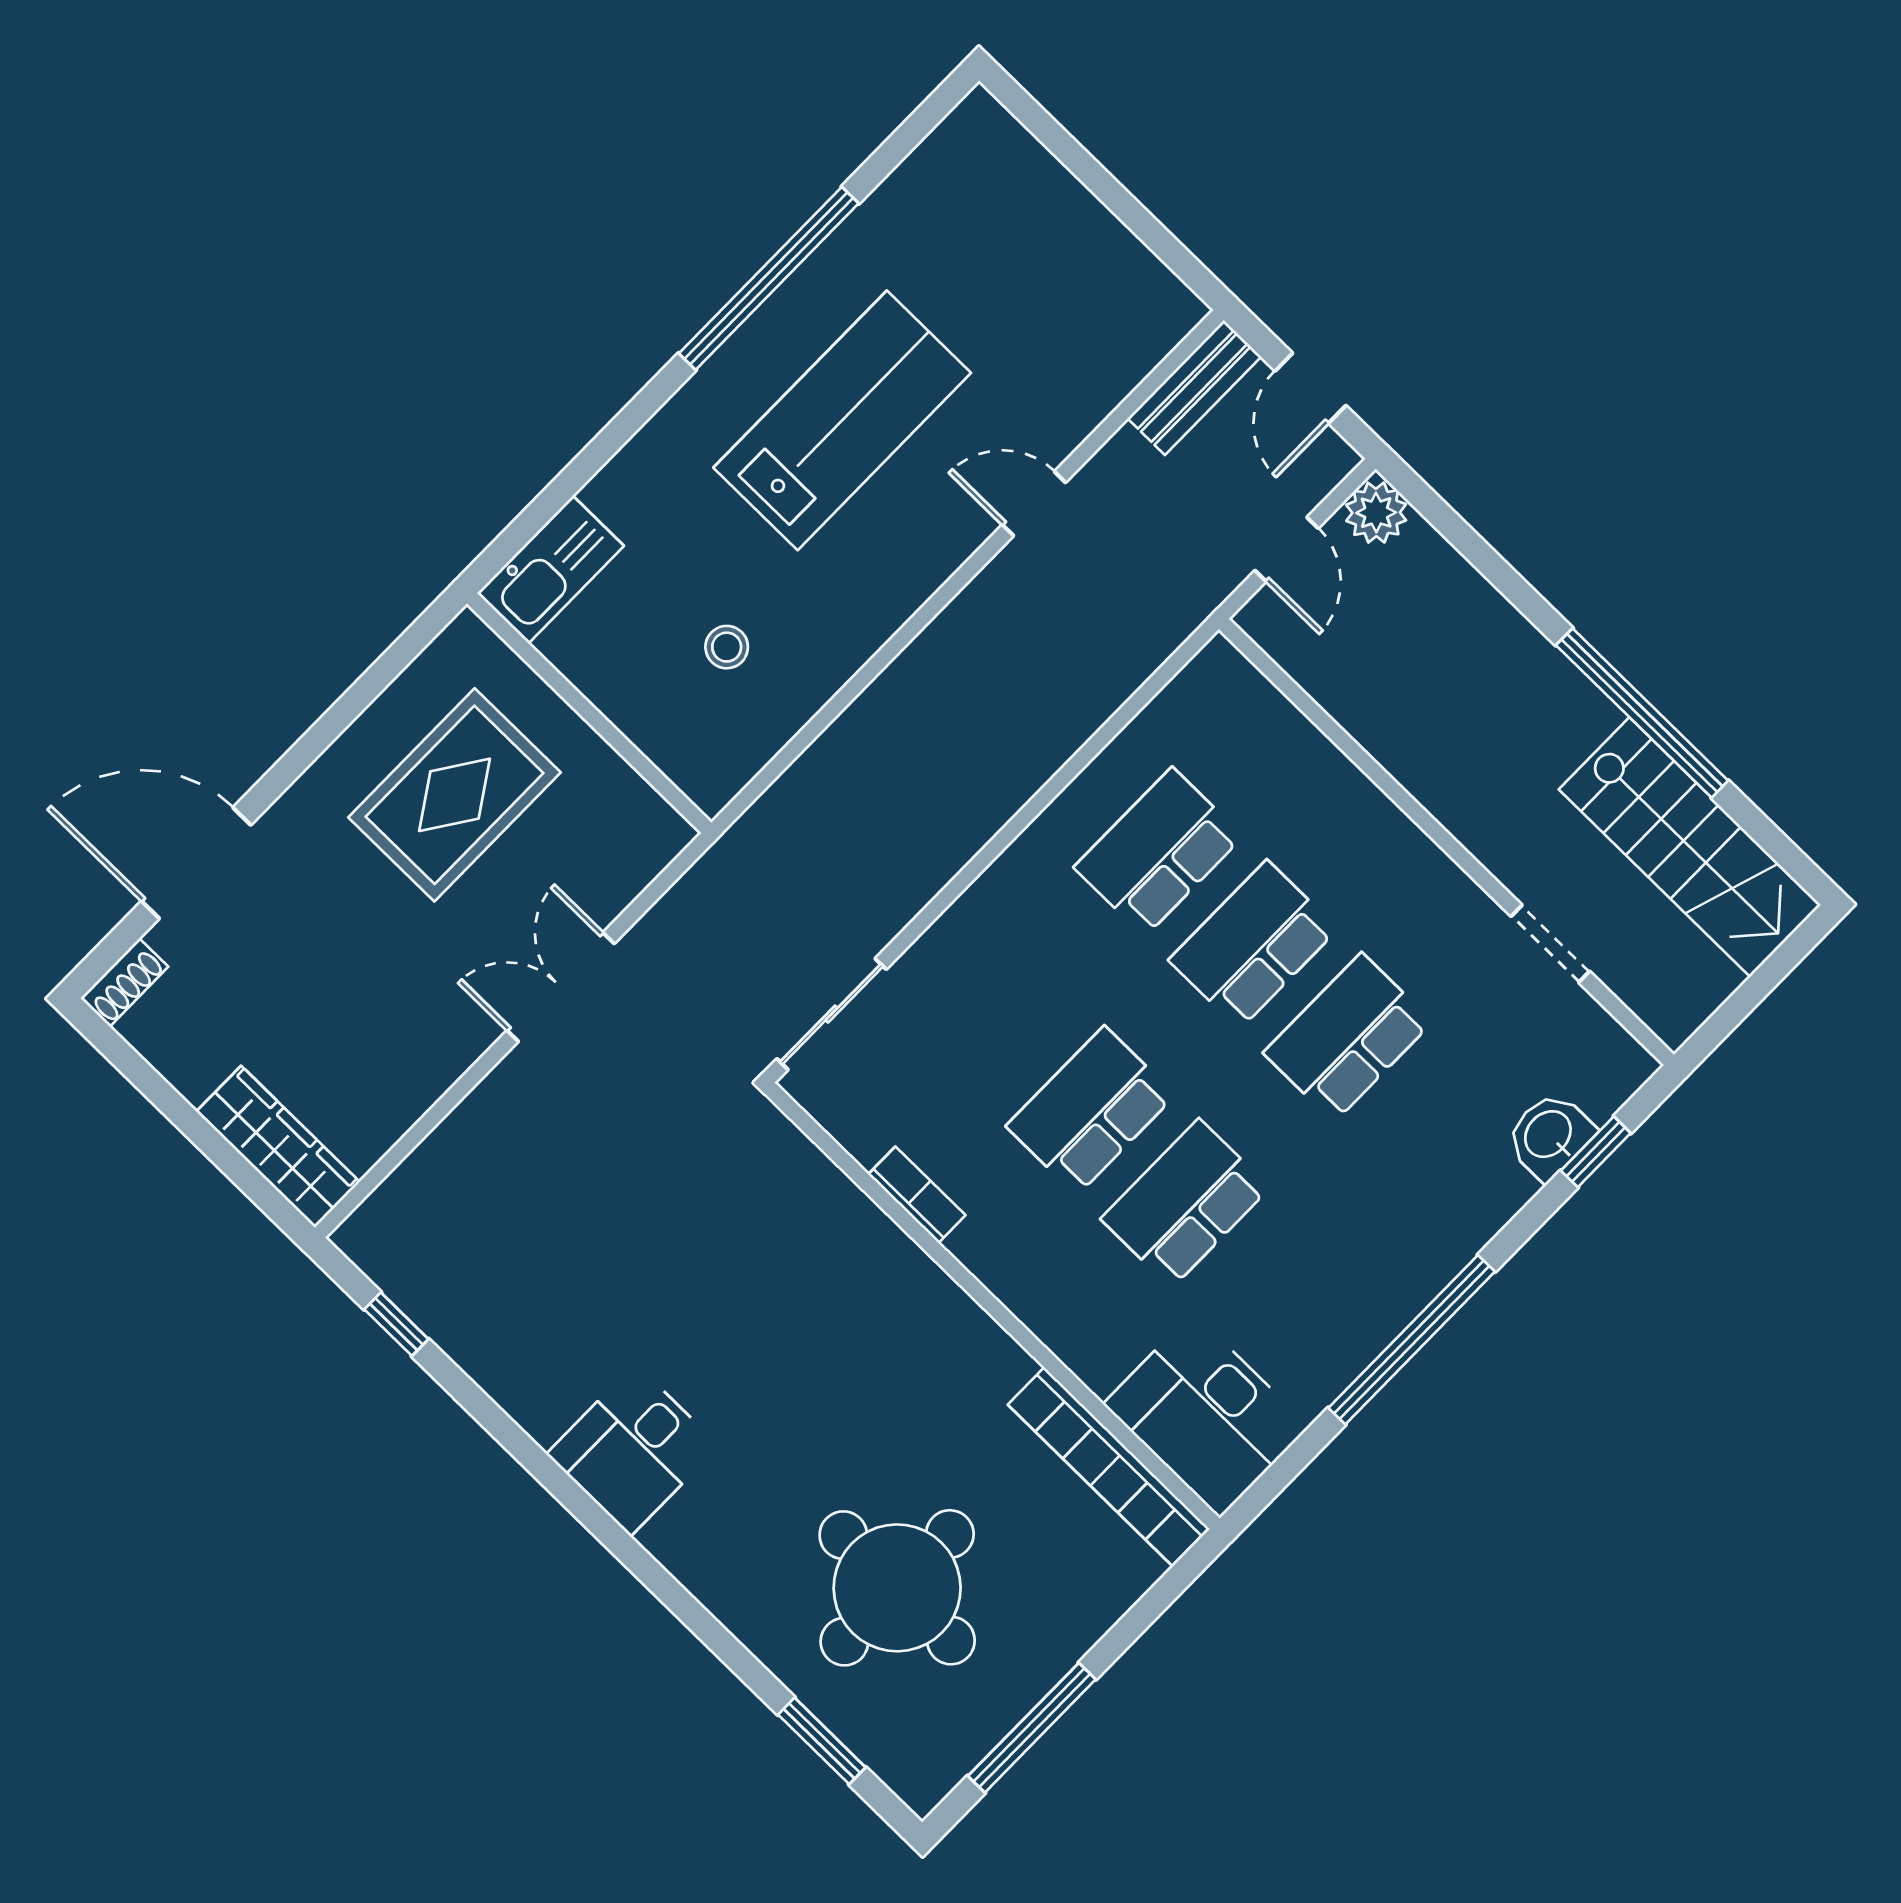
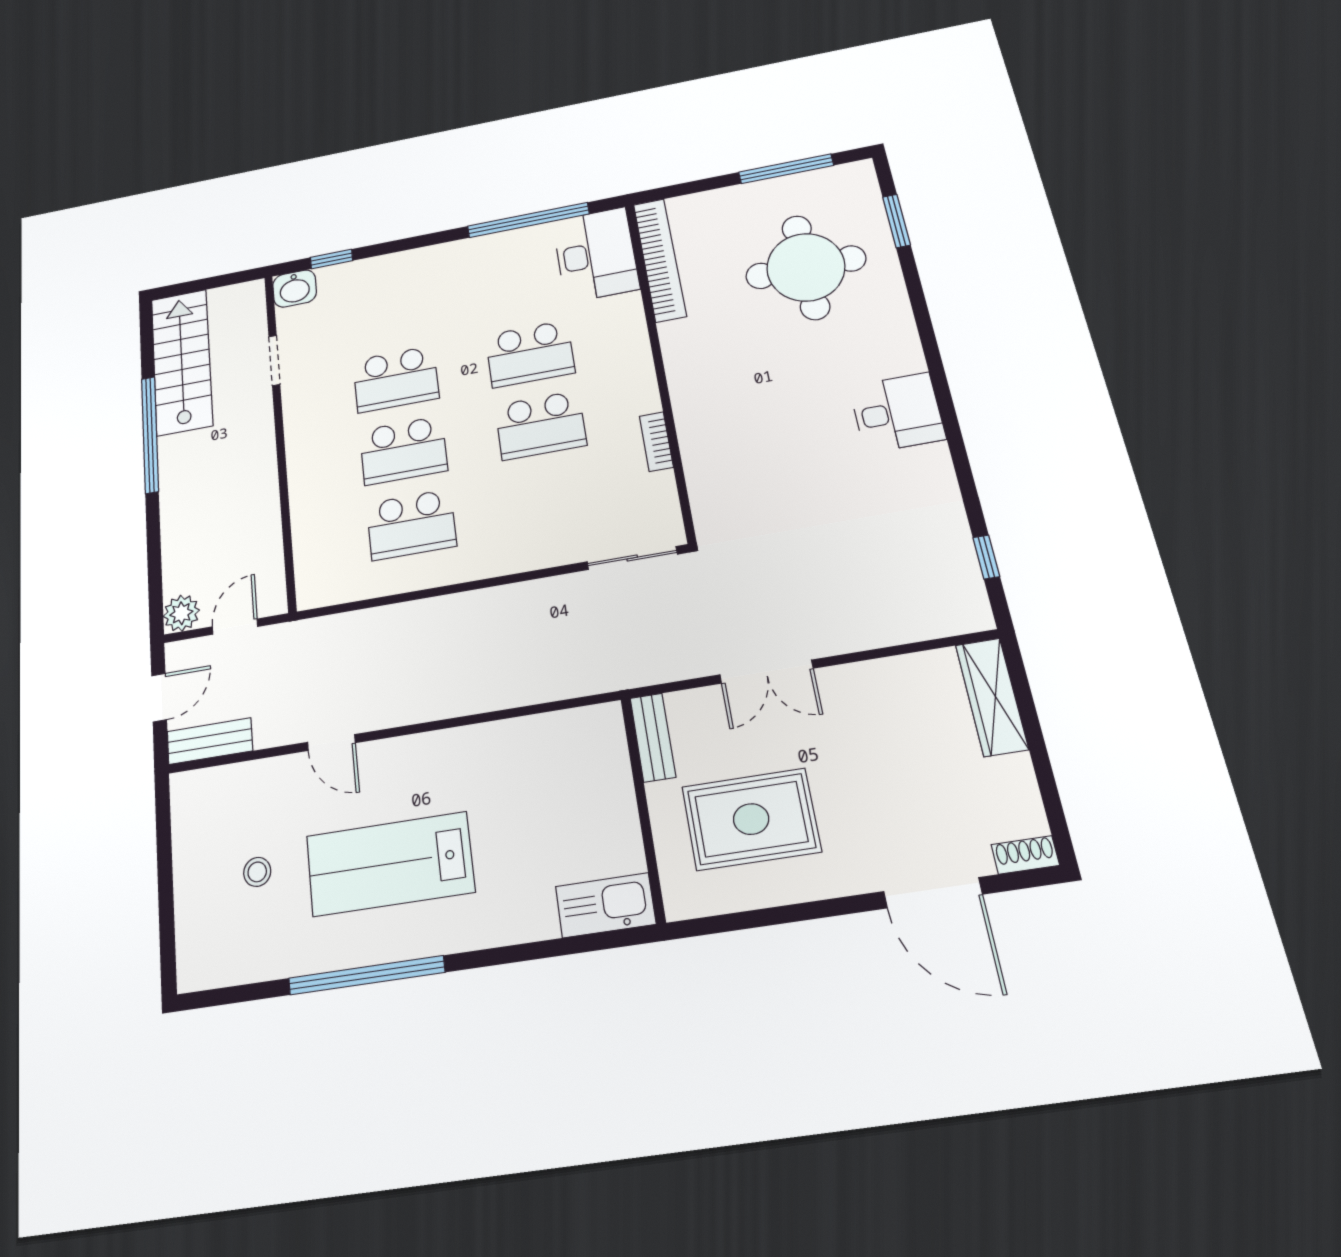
stool: (727, 647) -> (257, 872), moved
bench: (639, 806) -> (653, 737), added
washbasin: (1549, 1135) -> (295, 289), moved
window: (1412, 1340) -> (528, 220), moved

